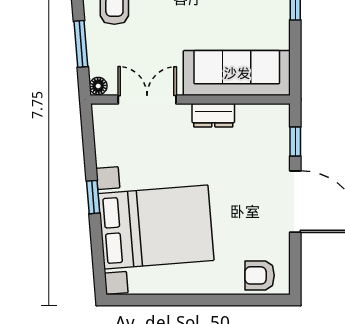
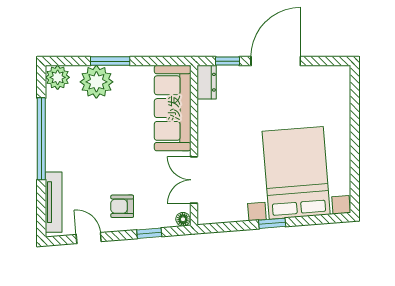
window: (81, 44) -> (149, 233), width x0.67
dresser: (213, 115) -> (207, 82), moved
armchair: (260, 275) -> (335, 90), removed

